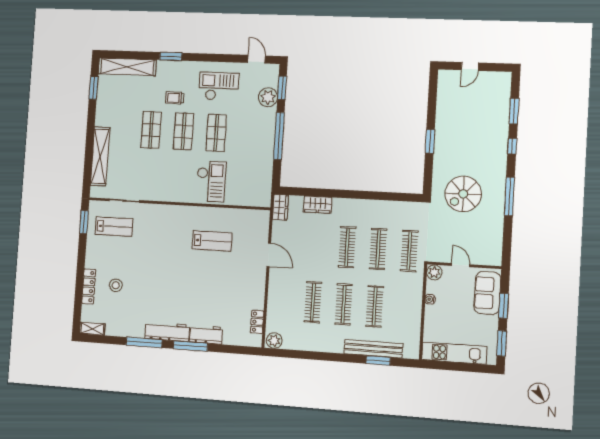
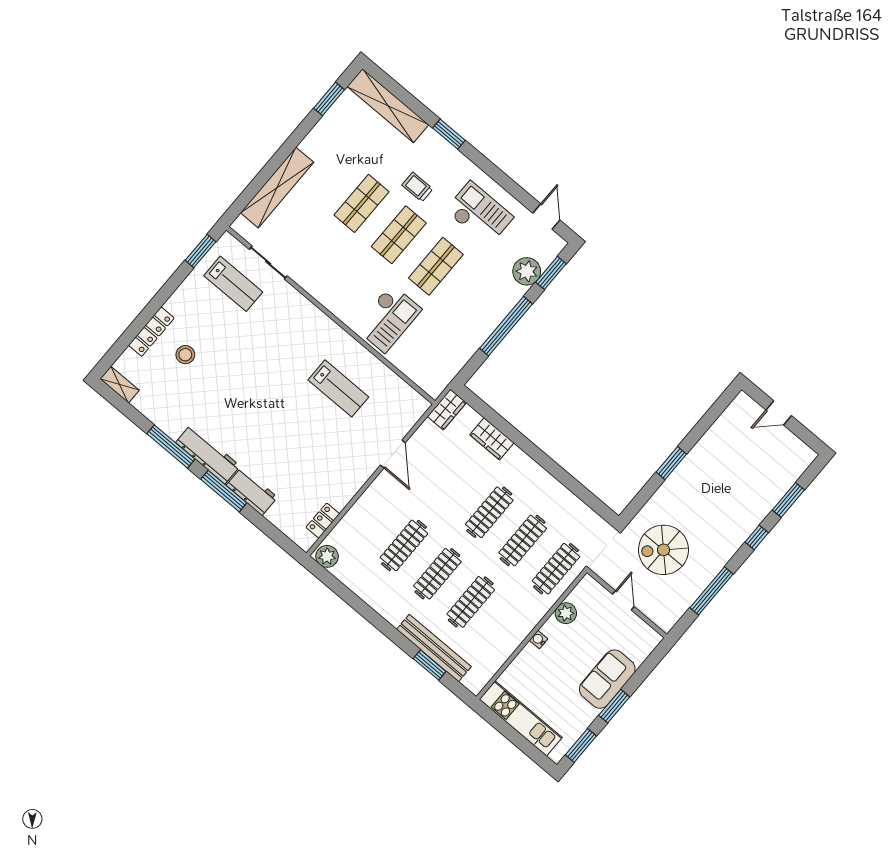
door: (461, 265) -> (623, 600), moved
wall: (464, 265) -> (627, 603), moved

